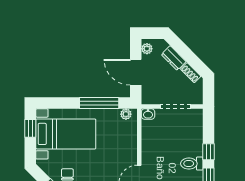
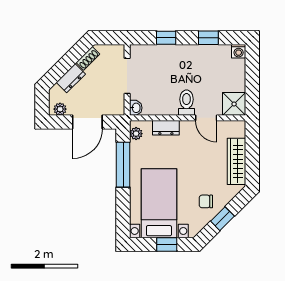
window: (30, 128) -> (167, 245), moved
dresser: (131, 140) -> (166, 128), added
window: (208, 152) -> (166, 38), moved
toilet: (192, 164) -> (187, 103), moved, turned 180

